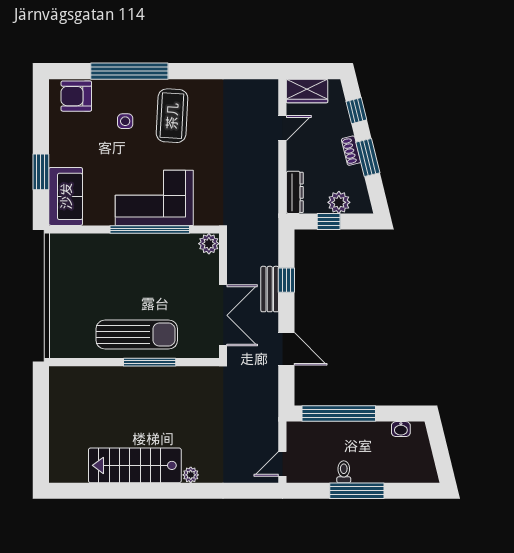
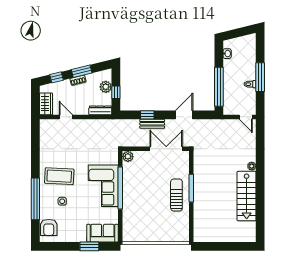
sun lounger: (137, 335) -> (176, 195), width x0.73, depth x0.75

